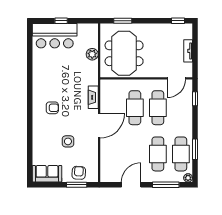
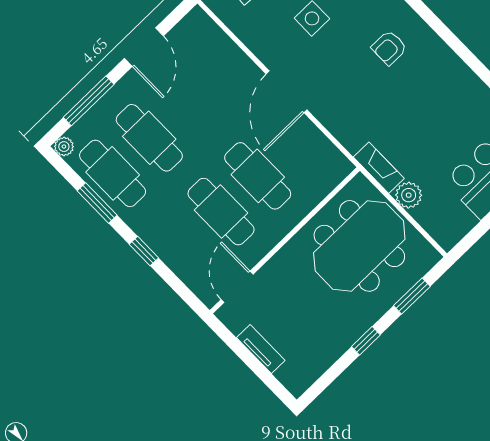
window: (178, 21) -> (366, 341), moved
meeting table: (124, 53) -> (359, 246), turned 90
fireplace: (93, 97) -> (379, 168), moved
window: (195, 99) -> (144, 251), moved

